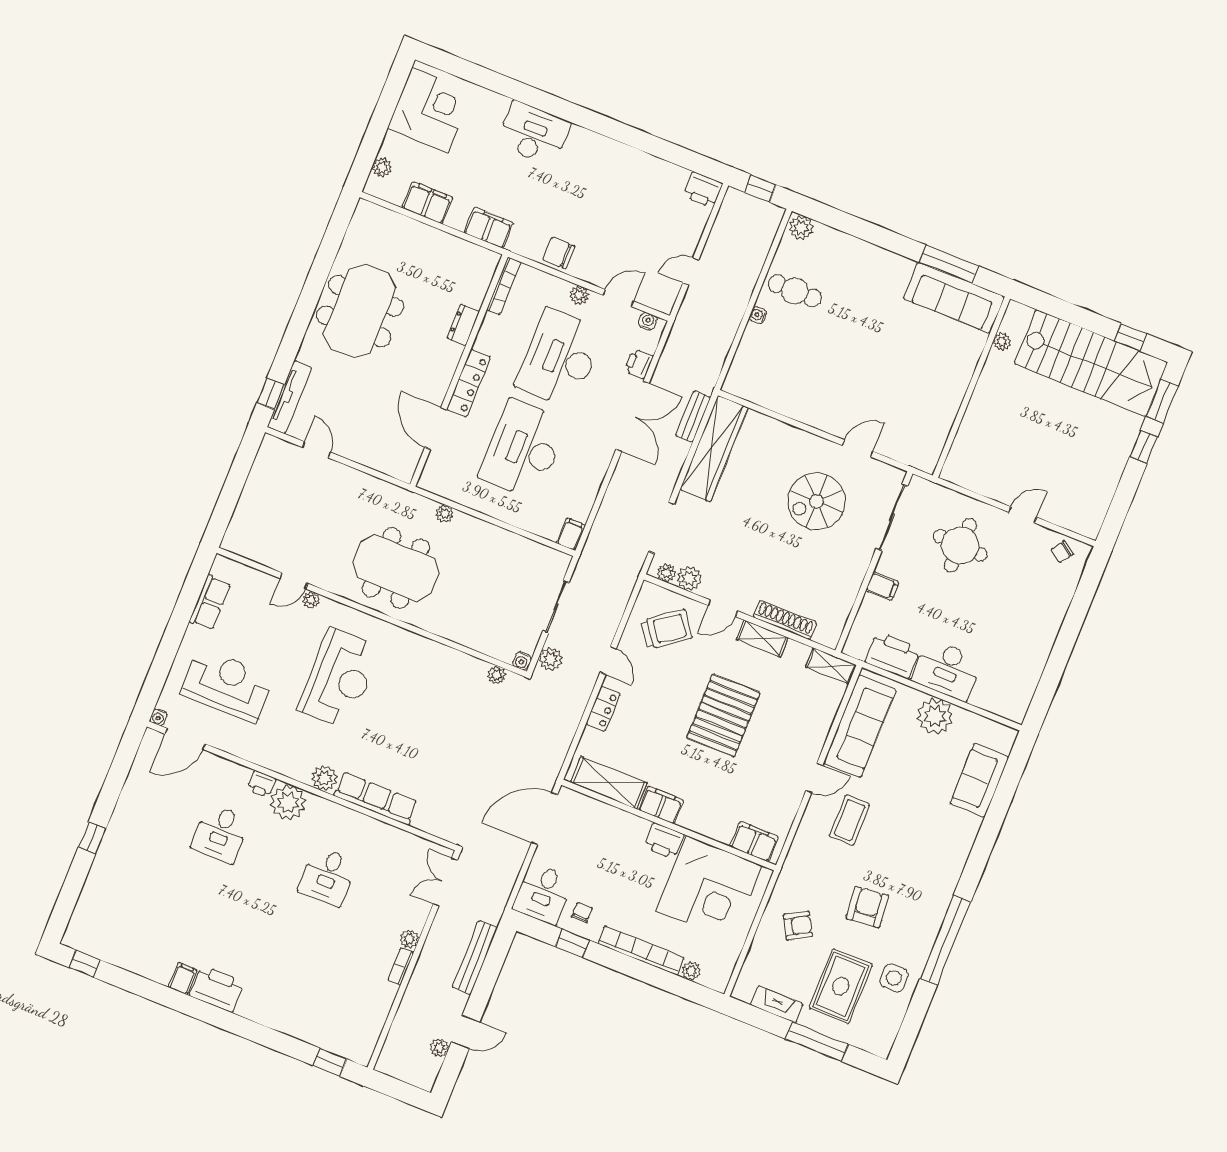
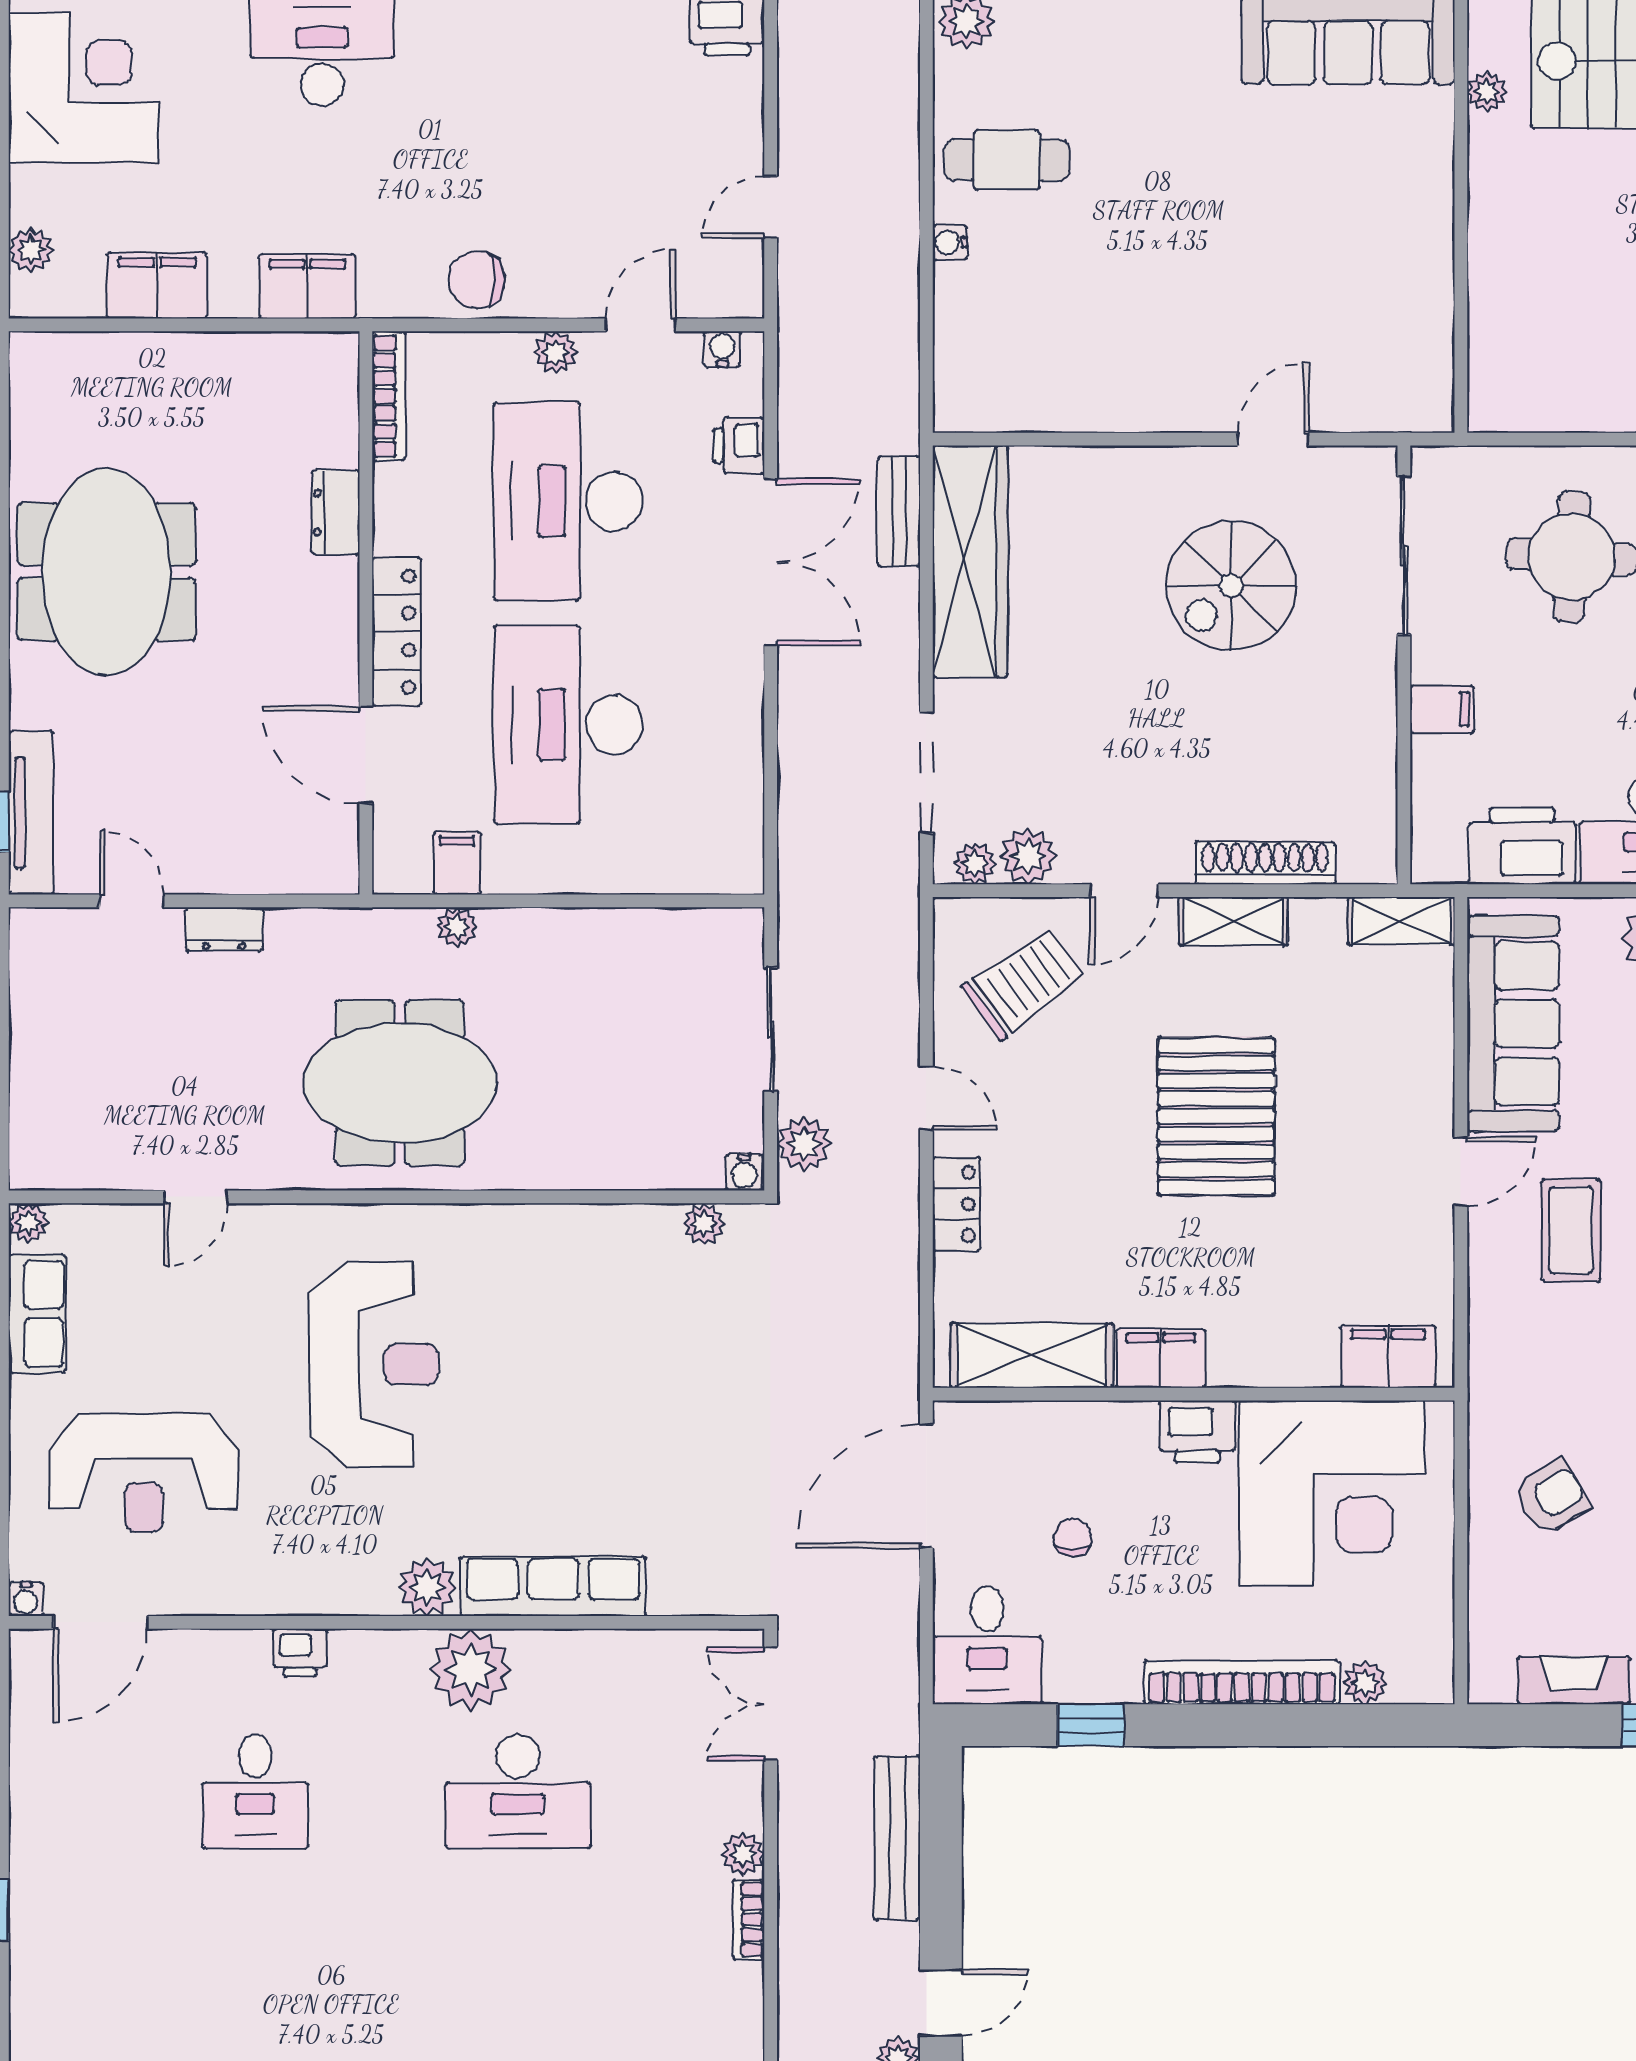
dresser: (349, 476) -> (224, 929), added
filing cabinet: (571, 534) -> (457, 863), moved
plant: (311, 600) -> (28, 1223), moved
reception desk: (227, 685) -> (144, 1473), turned 180
plant: (288, 803) -> (471, 1669), moved
desk: (328, 876) -> (518, 1792), width x1.37
chair: (582, 912) -> (1072, 1538), moved

